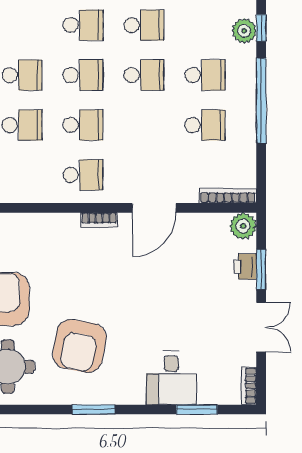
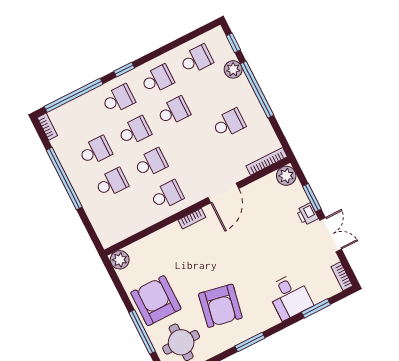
plant: (244, 31) -> (233, 69), moved
school desk: (205, 75) -> (196, 59), moved
printer: (245, 267) -> (307, 214), moved

